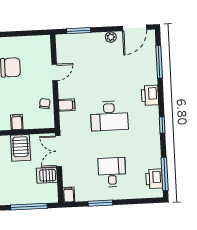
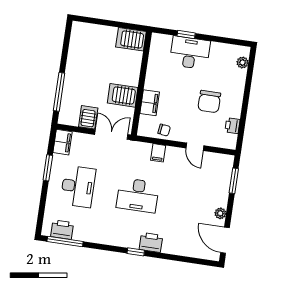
printer: (28, 42) -> (232, 126), added
window: (159, 62) -> (184, 259), removed
desk: (109, 116) -> (138, 195), turned -90
filing cabinet: (17, 122) -> (150, 103), width x2.00
window: (162, 125) -> (136, 252), moved
desk: (112, 172) -> (78, 186), width x1.37
filing cabinet: (69, 195) -> (62, 142), width x2.00

